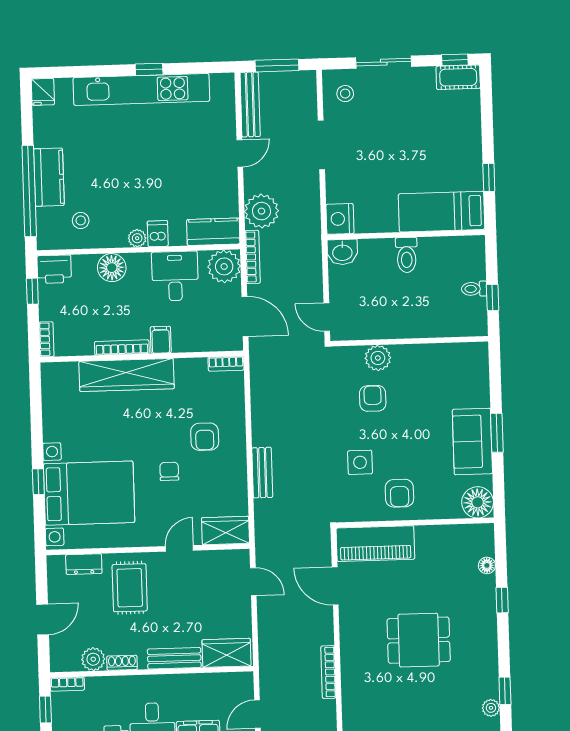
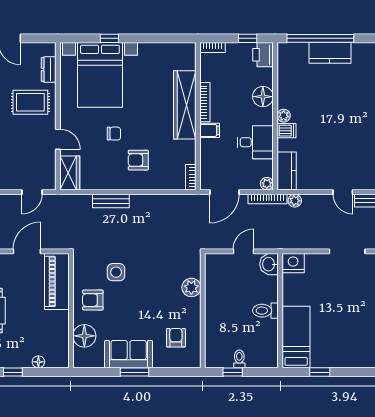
plant: (261, 211) -> (295, 201), width x0.53, depth x0.53
stool: (81, 220) -> (298, 75), removed
plant: (224, 266) -> (267, 184), width x0.53, depth x0.53
door: (327, 317) -> (243, 251), moved
armchair: (373, 398) -> (176, 338), moved, turned -90
floor lamp: (478, 502) -> (84, 336), moved

